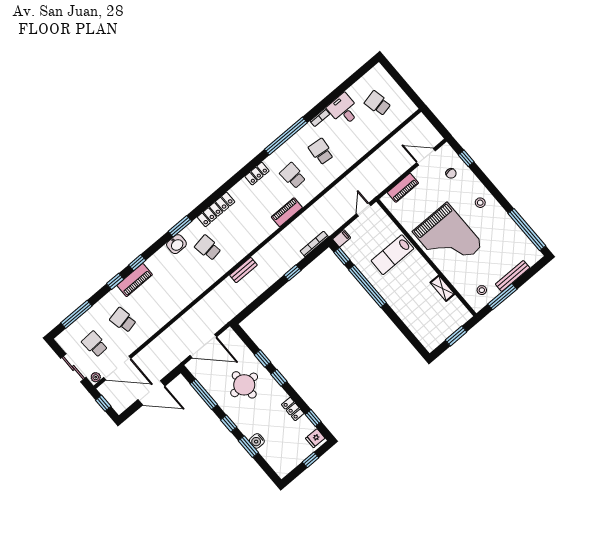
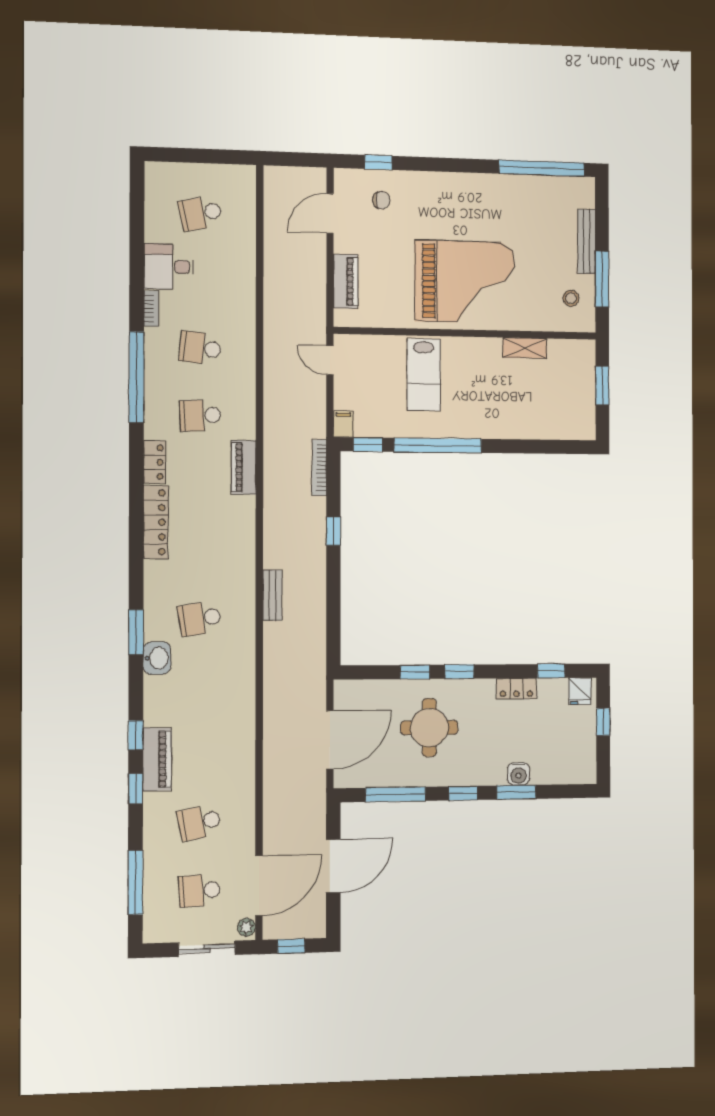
stool: (480, 203) -> (454, 197), removed
locker: (216, 209) -> (156, 522), moved

